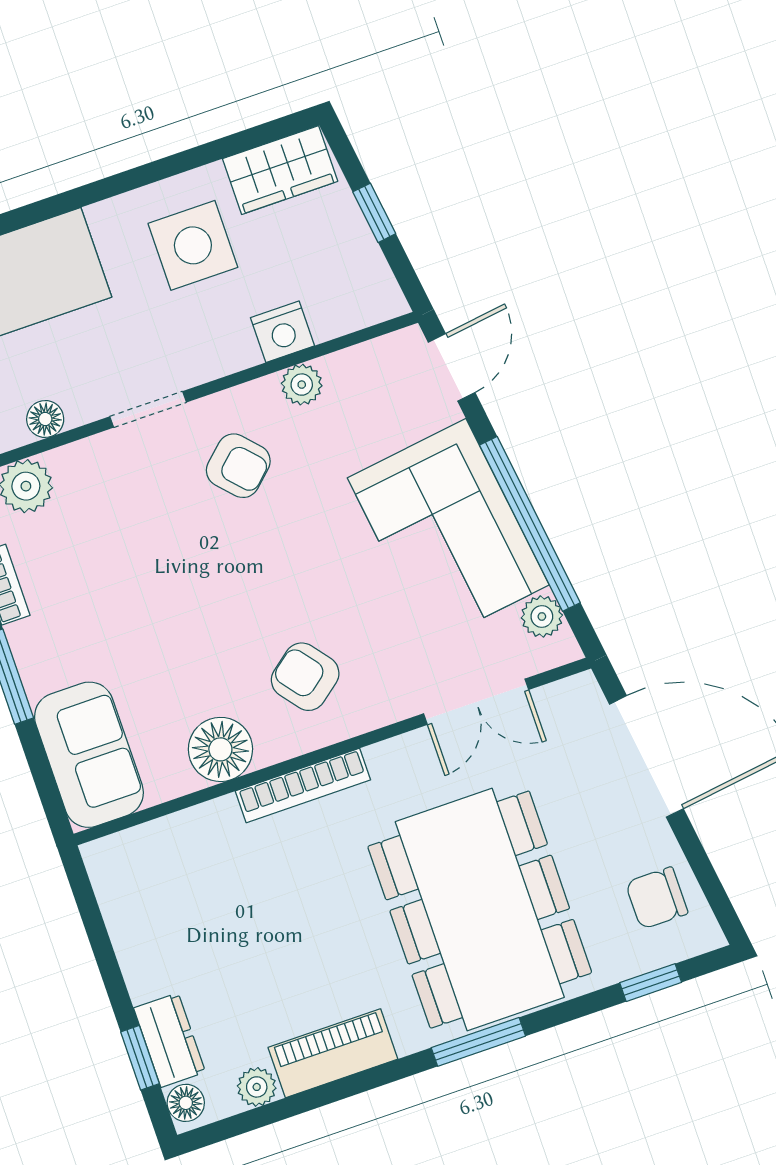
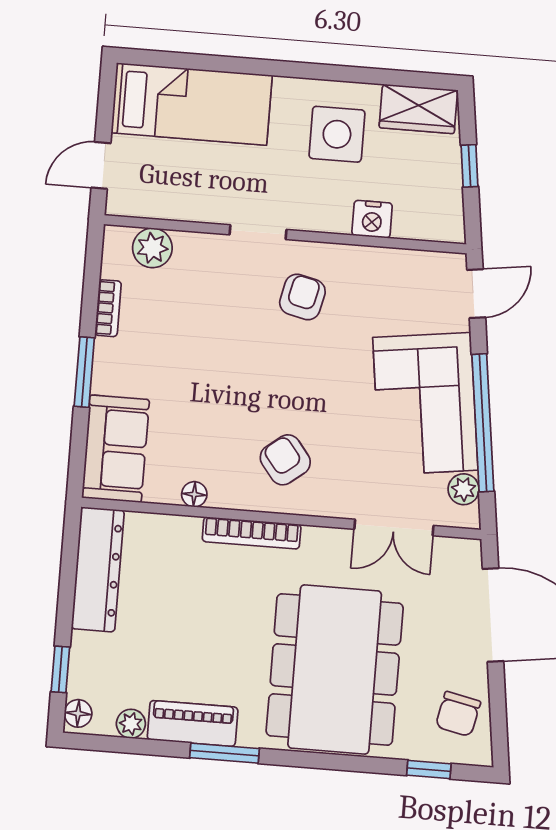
plant: (302, 385) -> (369, 261), removed
floor lamp: (45, 419) -> (185, 208), removed
armchair: (238, 466) -> (302, 297), turned -124
floor lamp: (220, 749) -> (194, 494), width x0.53, depth x0.53
chair: (657, 898) -> (458, 714), turned -78
dresser: (169, 1040) -> (98, 569), moved, width x1.96, depth x1.24
window: (478, 1042) -> (225, 753), moved

